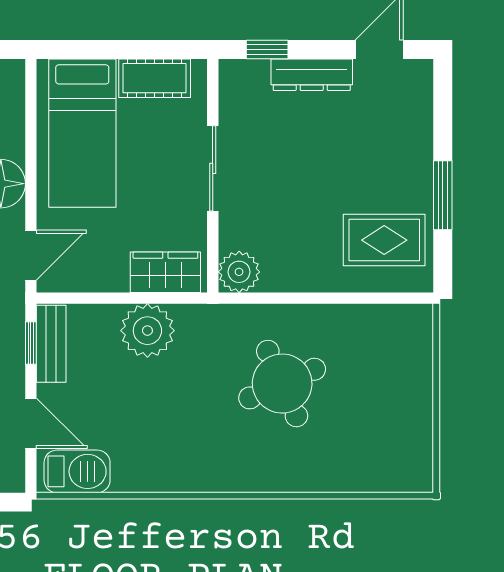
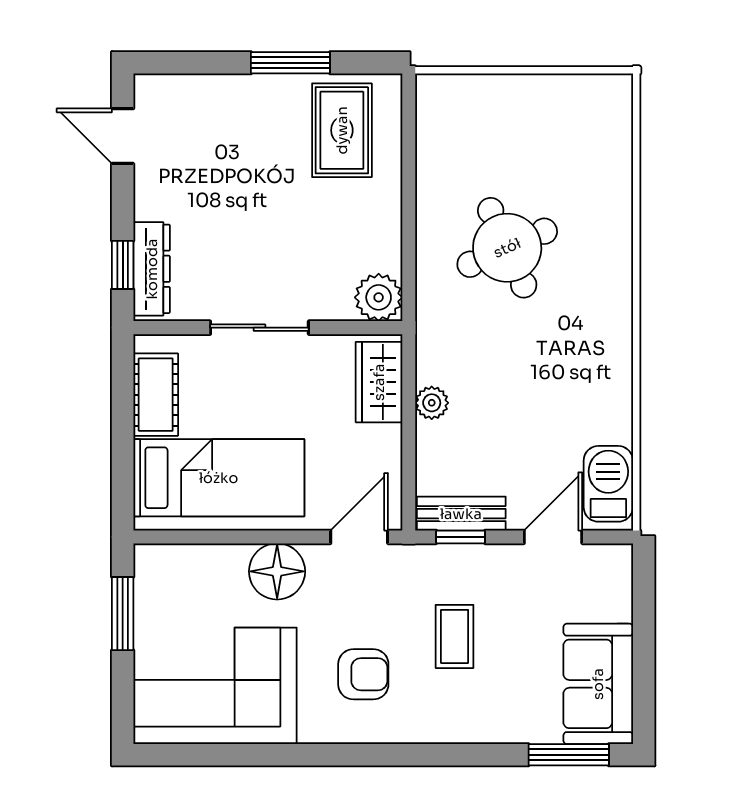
dresser: (312, 75) -> (152, 269), moved
door: (31, 255) -> (359, 537), hinge flipped
plant: (147, 331) -> (432, 403), width x0.53, depth x0.53

